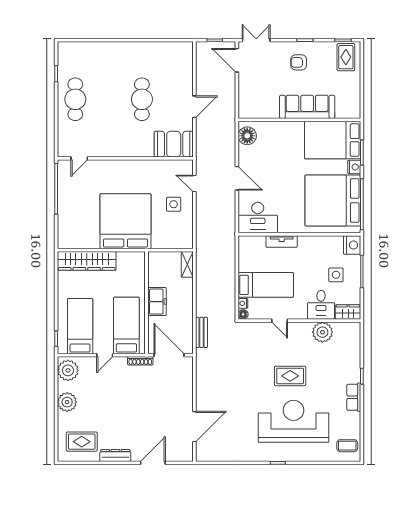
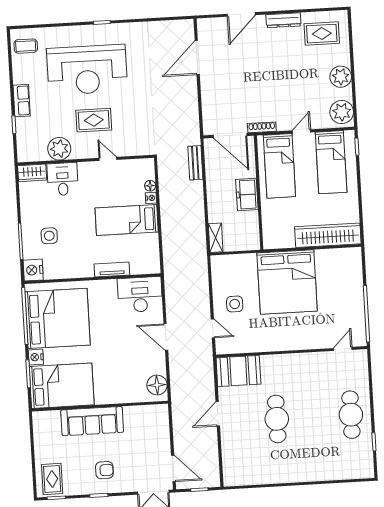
desk: (321, 305) -> (63, 179), moved
wardrobe: (348, 312) -> (32, 173), moved
door: (280, 321) -> (108, 159), moved
wall: (299, 321) -> (86, 160), moved
plant: (322, 332) -> (59, 149), moved

